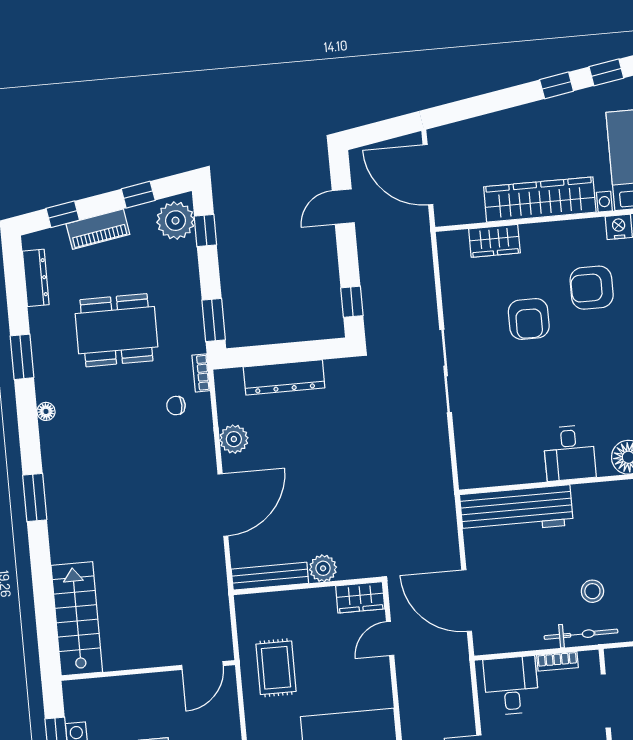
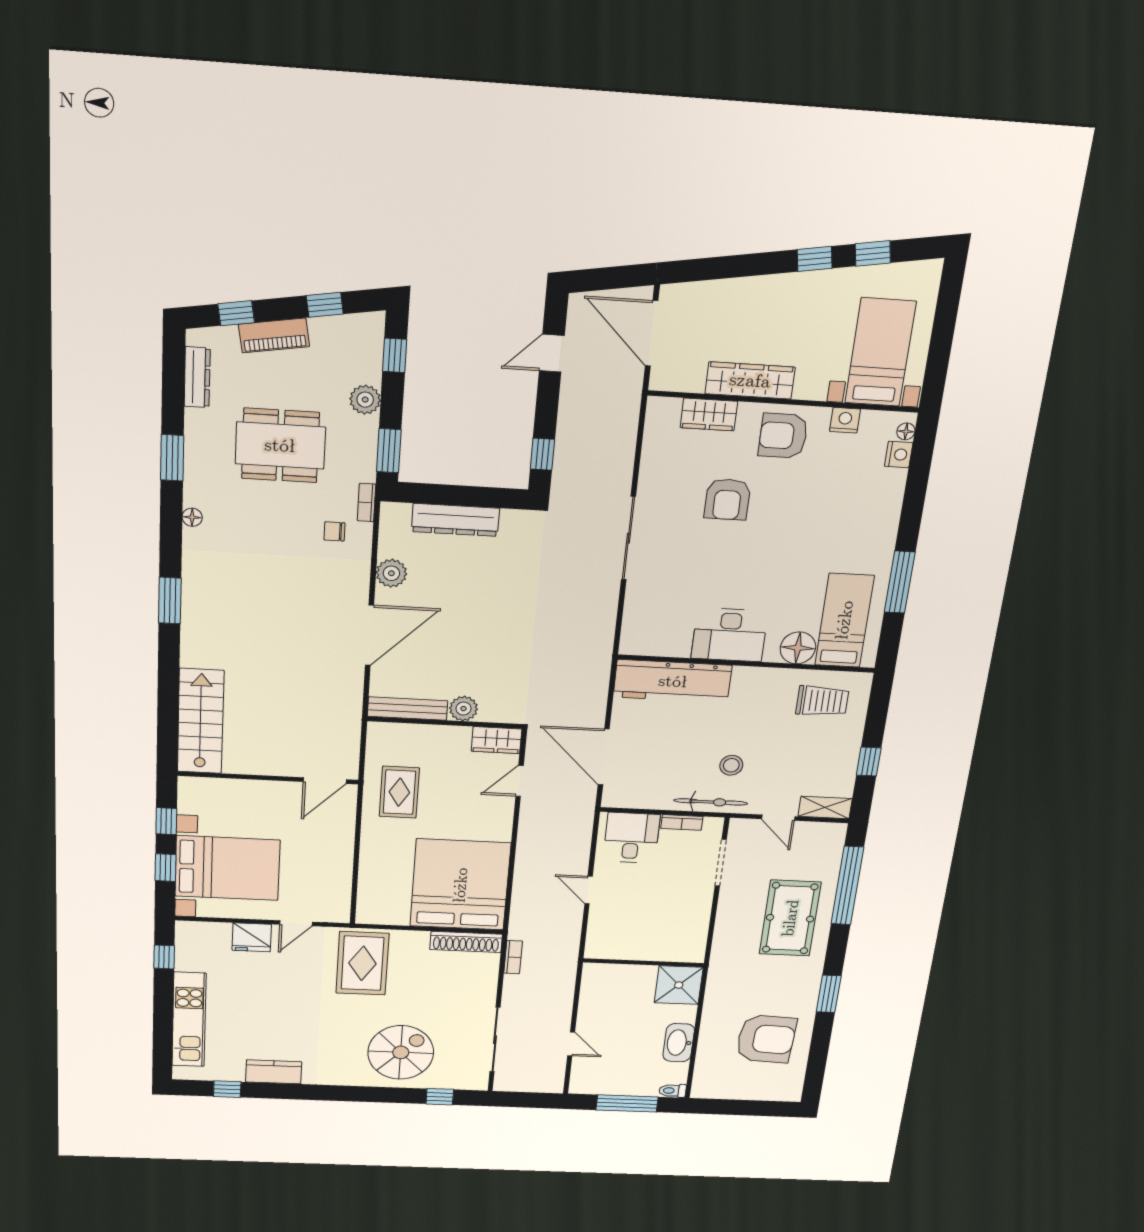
wardrobe: (540, 199) -> (750, 380), width x0.71, depth x0.85
plant: (175, 221) -> (365, 400), moved, width x0.73, depth x0.73
armchair: (592, 288) -> (783, 436), moved
desk: (569, 453) -> (729, 635), width x1.37

